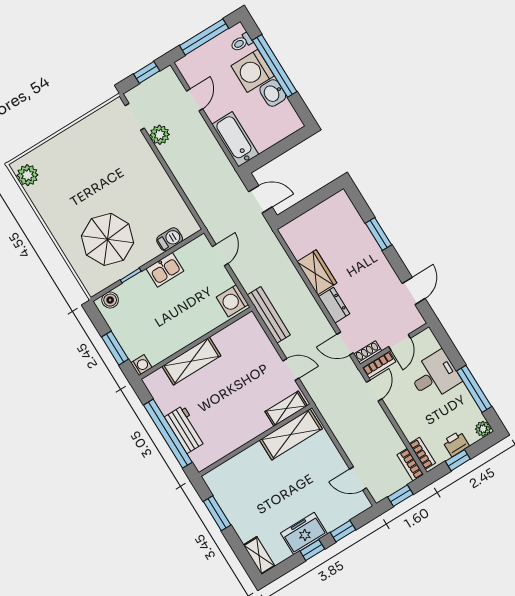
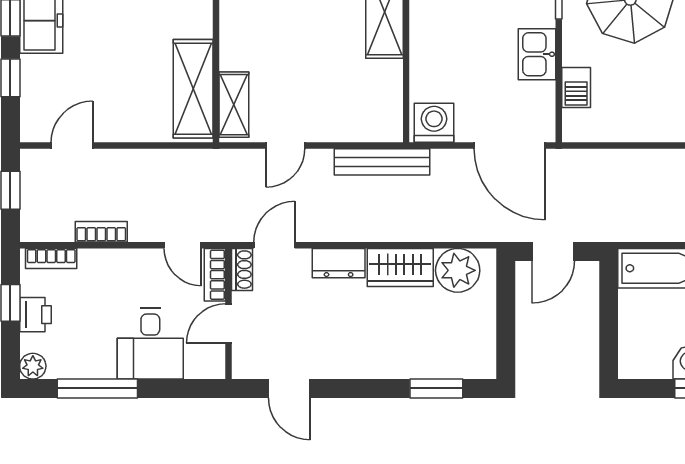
window: (378, 234) -> (436, 388), moved
plant: (300, 242) -> (458, 270), added
door: (220, 255) -> (510, 145), width x1.88
door: (400, 342) -> (229, 323), hinge flipped
bookcase: (410, 465) -> (101, 232), moved

